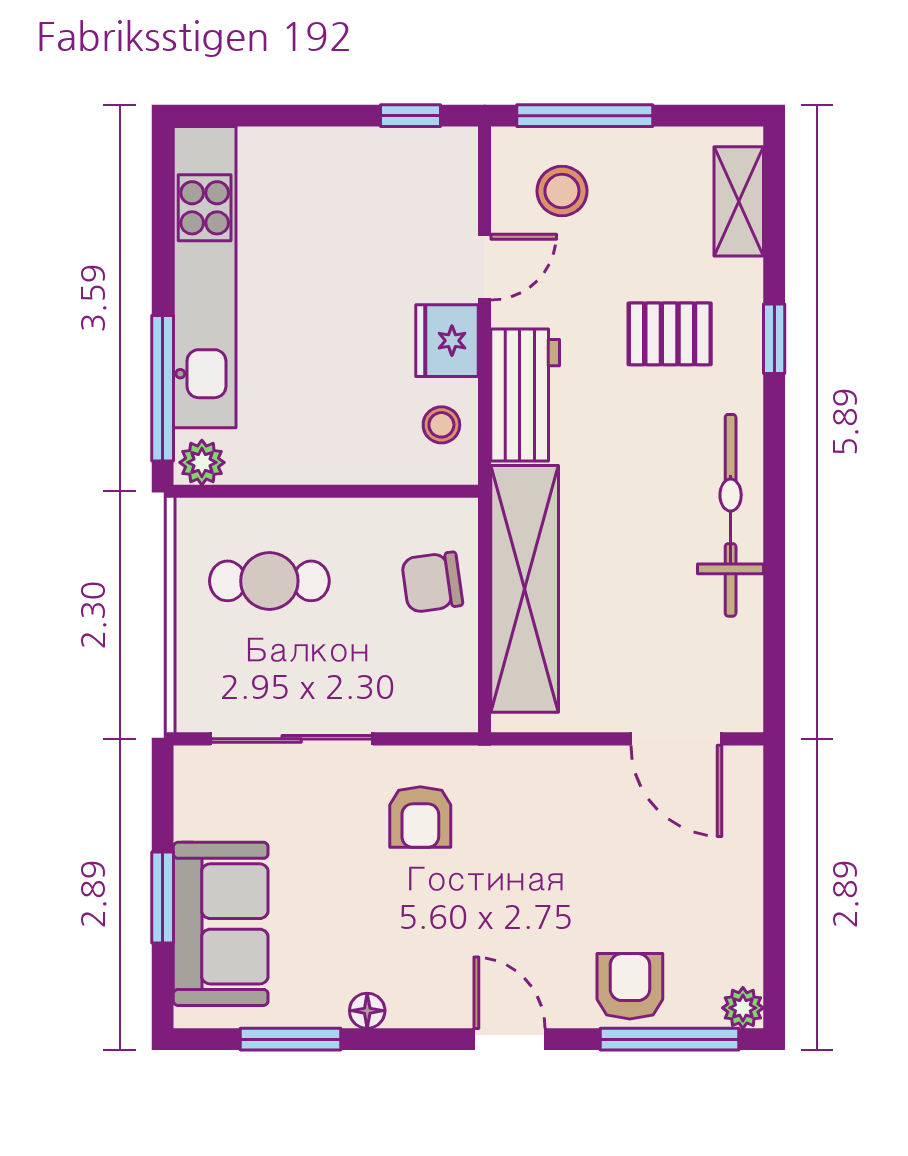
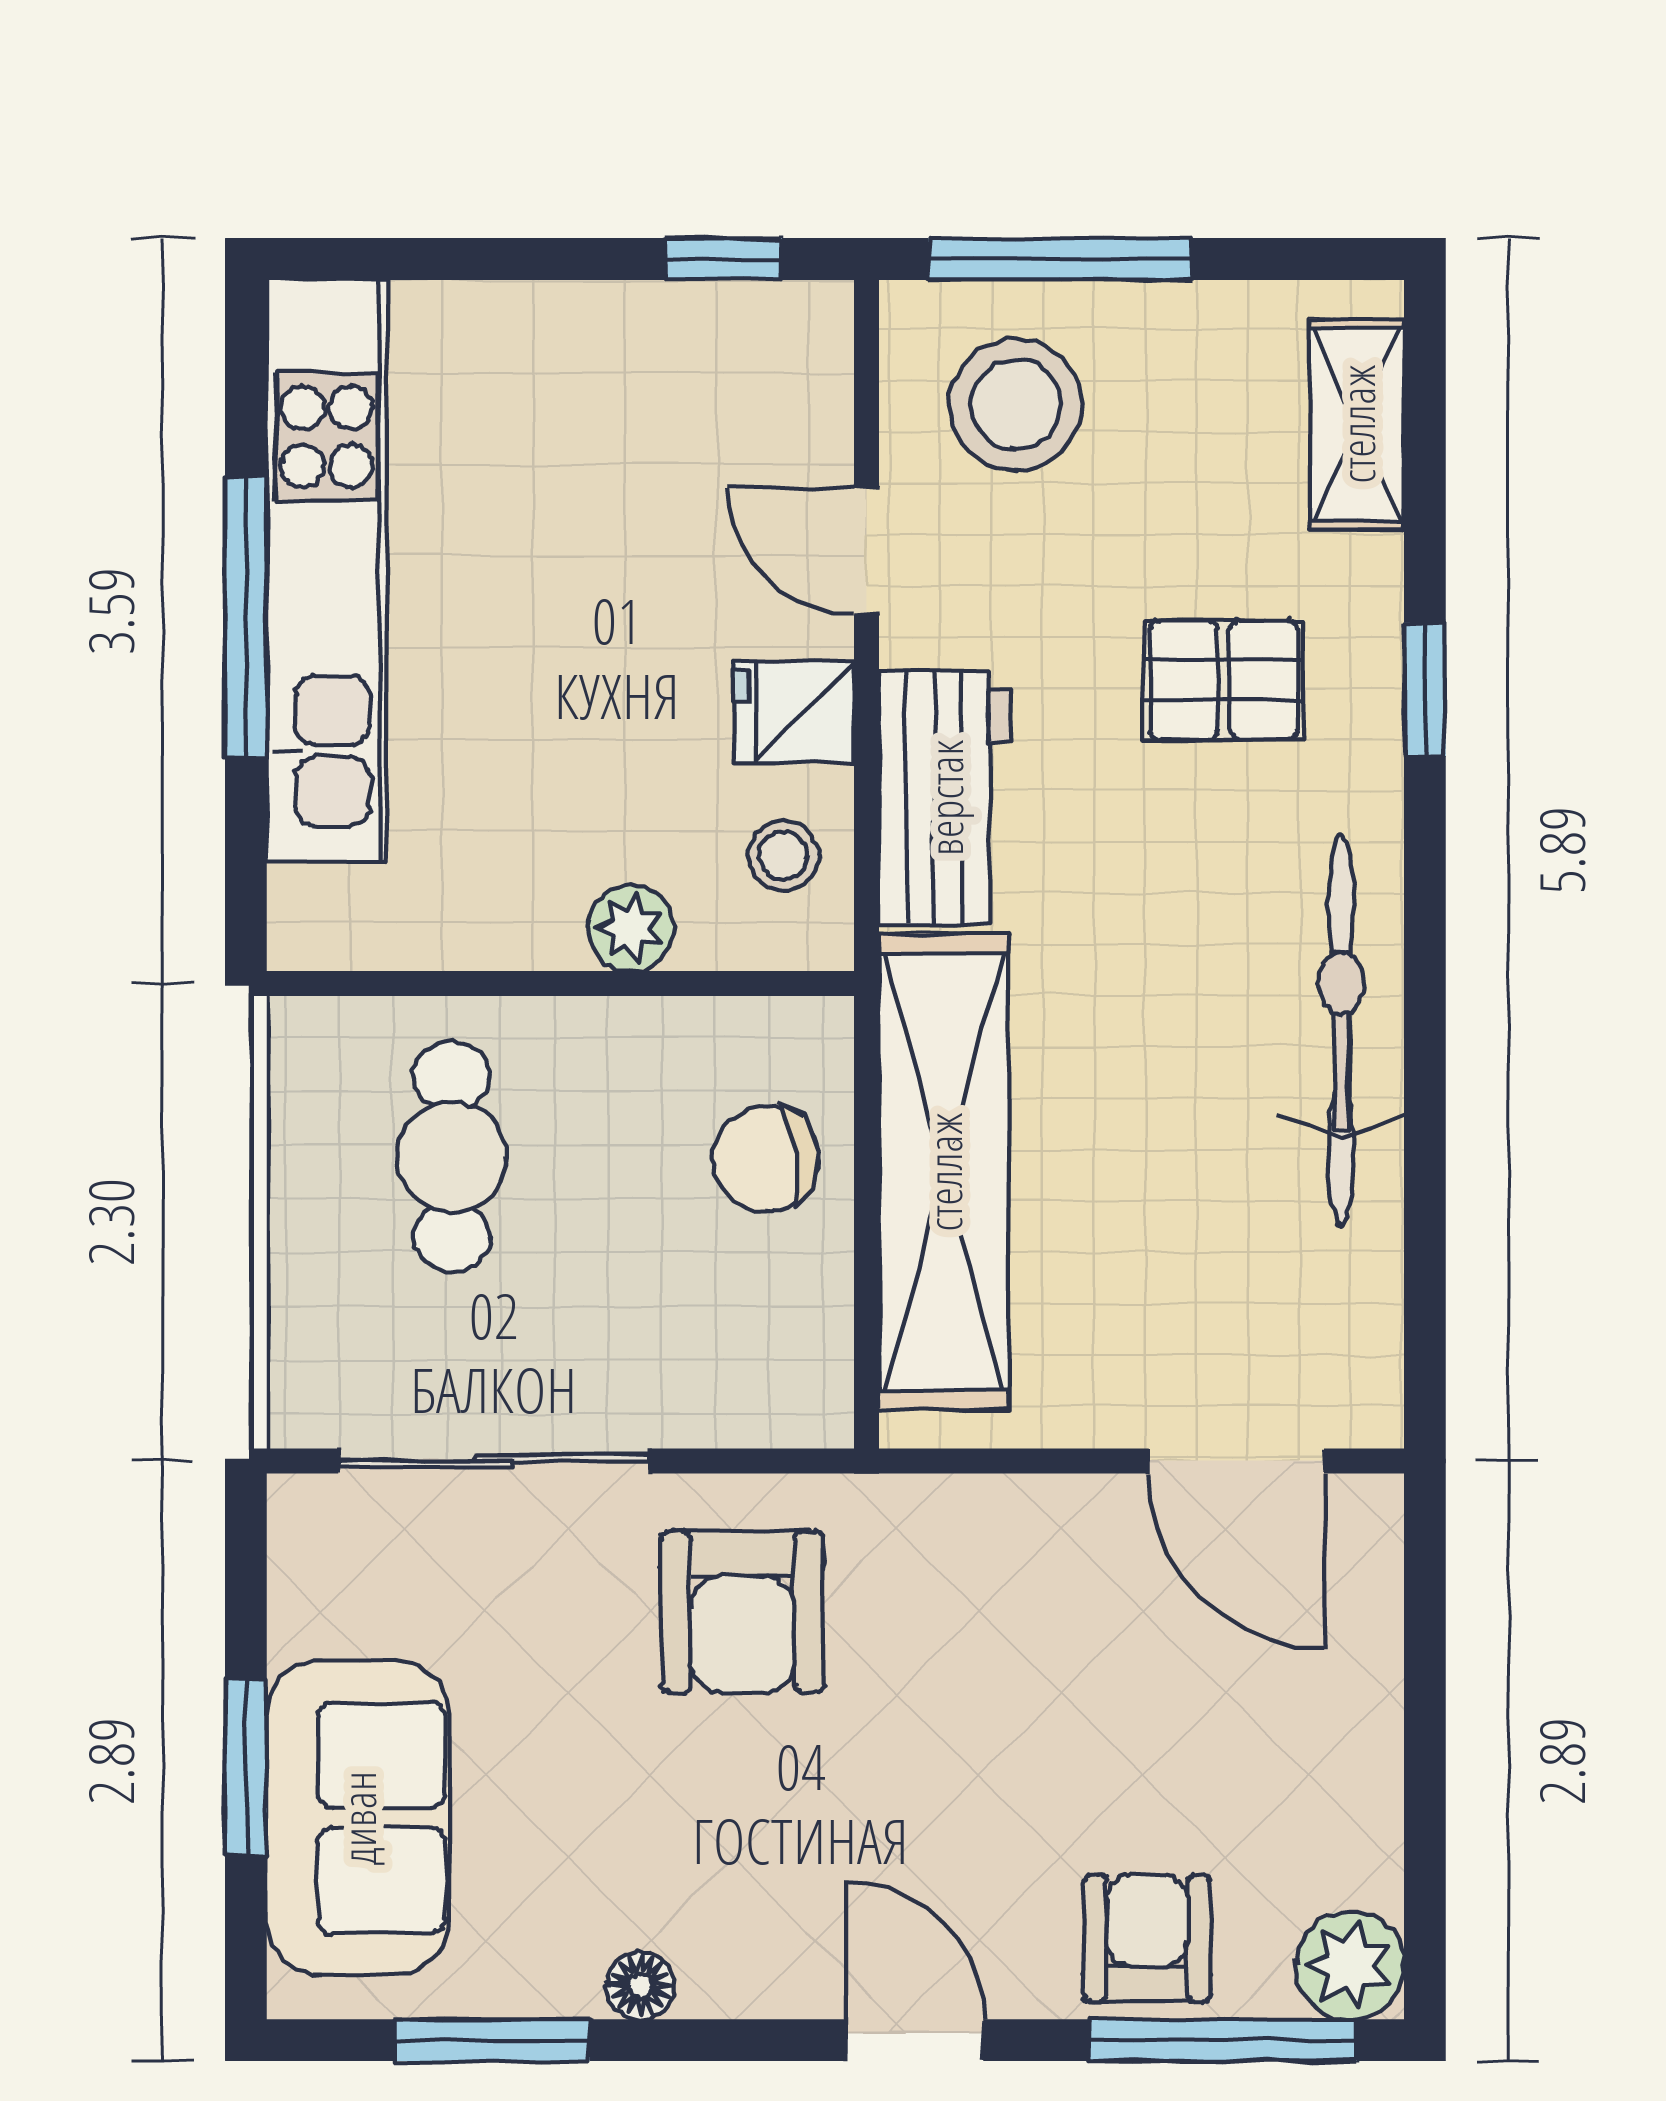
stool: (562, 191) -> (1016, 404), width x1.38, depth x1.38
door: (485, 267) -> (867, 551), swing flipped
fridge: (447, 341) -> (794, 712), width x0.72
window: (163, 388) -> (246, 618), moved
plant: (202, 462) -> (631, 928), moved
cafe table: (269, 581) -> (452, 1157), turned 90
armchair: (420, 817) -> (743, 1612), width x1.38, depth x1.38
plant: (743, 1008) -> (1350, 1965), width x1.38, depth x1.38

